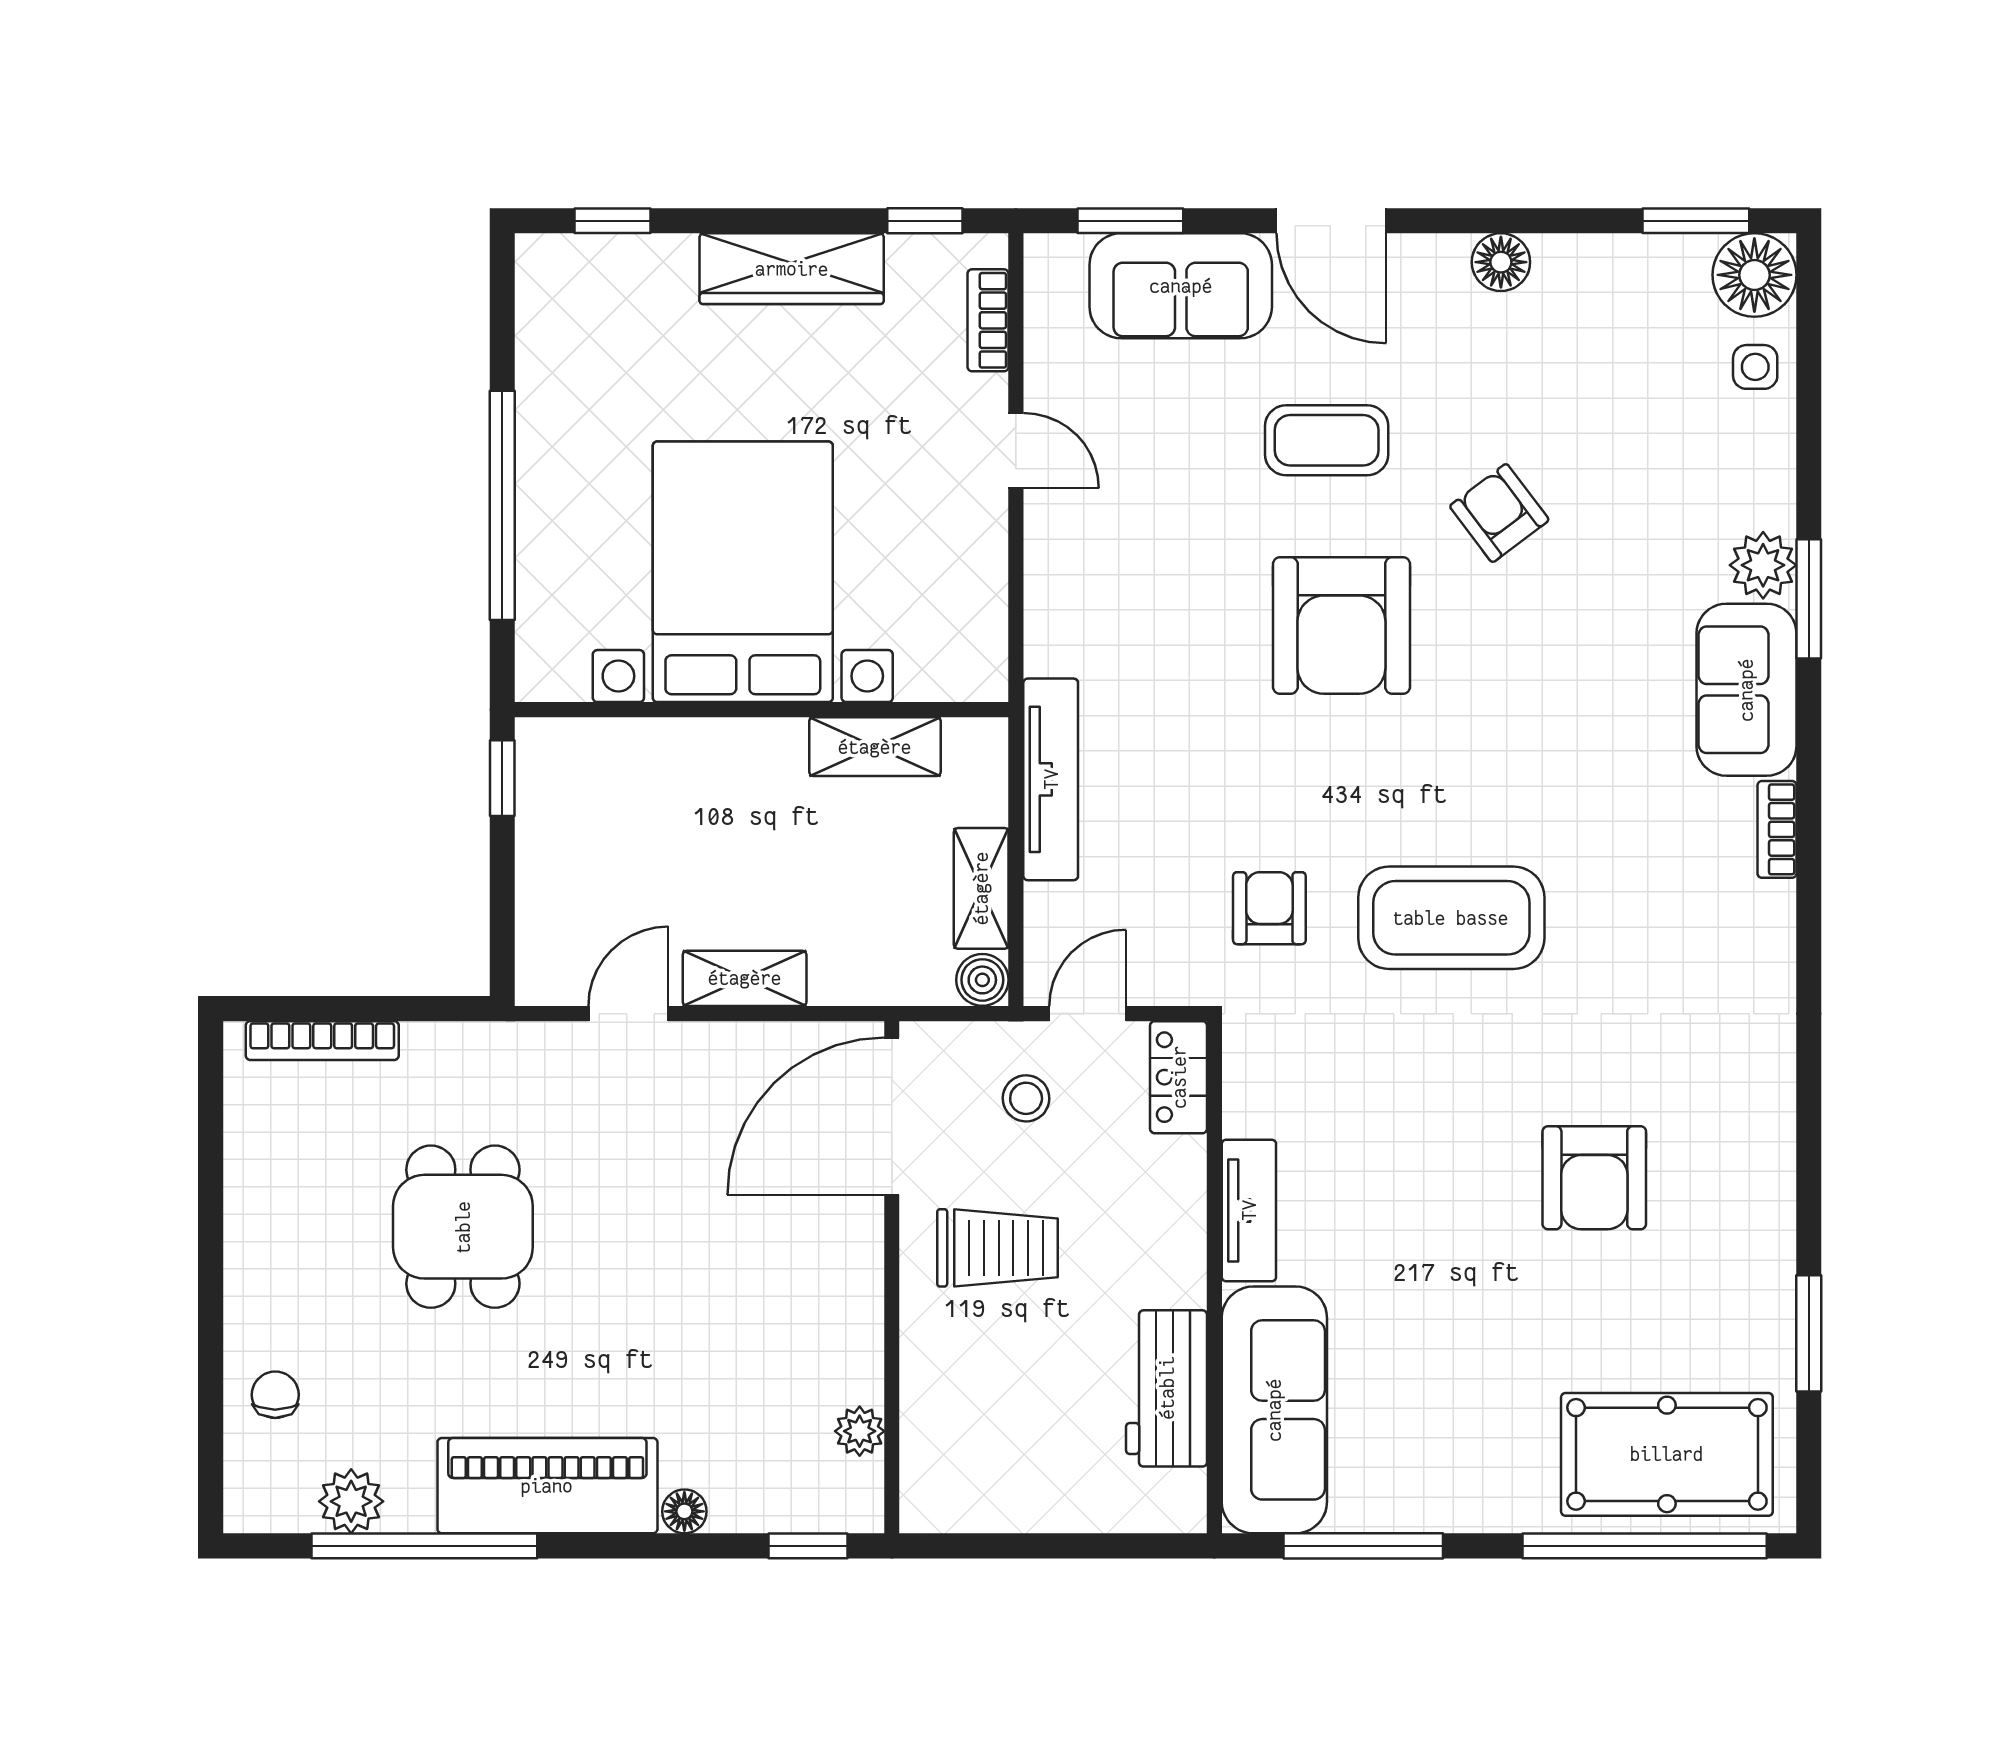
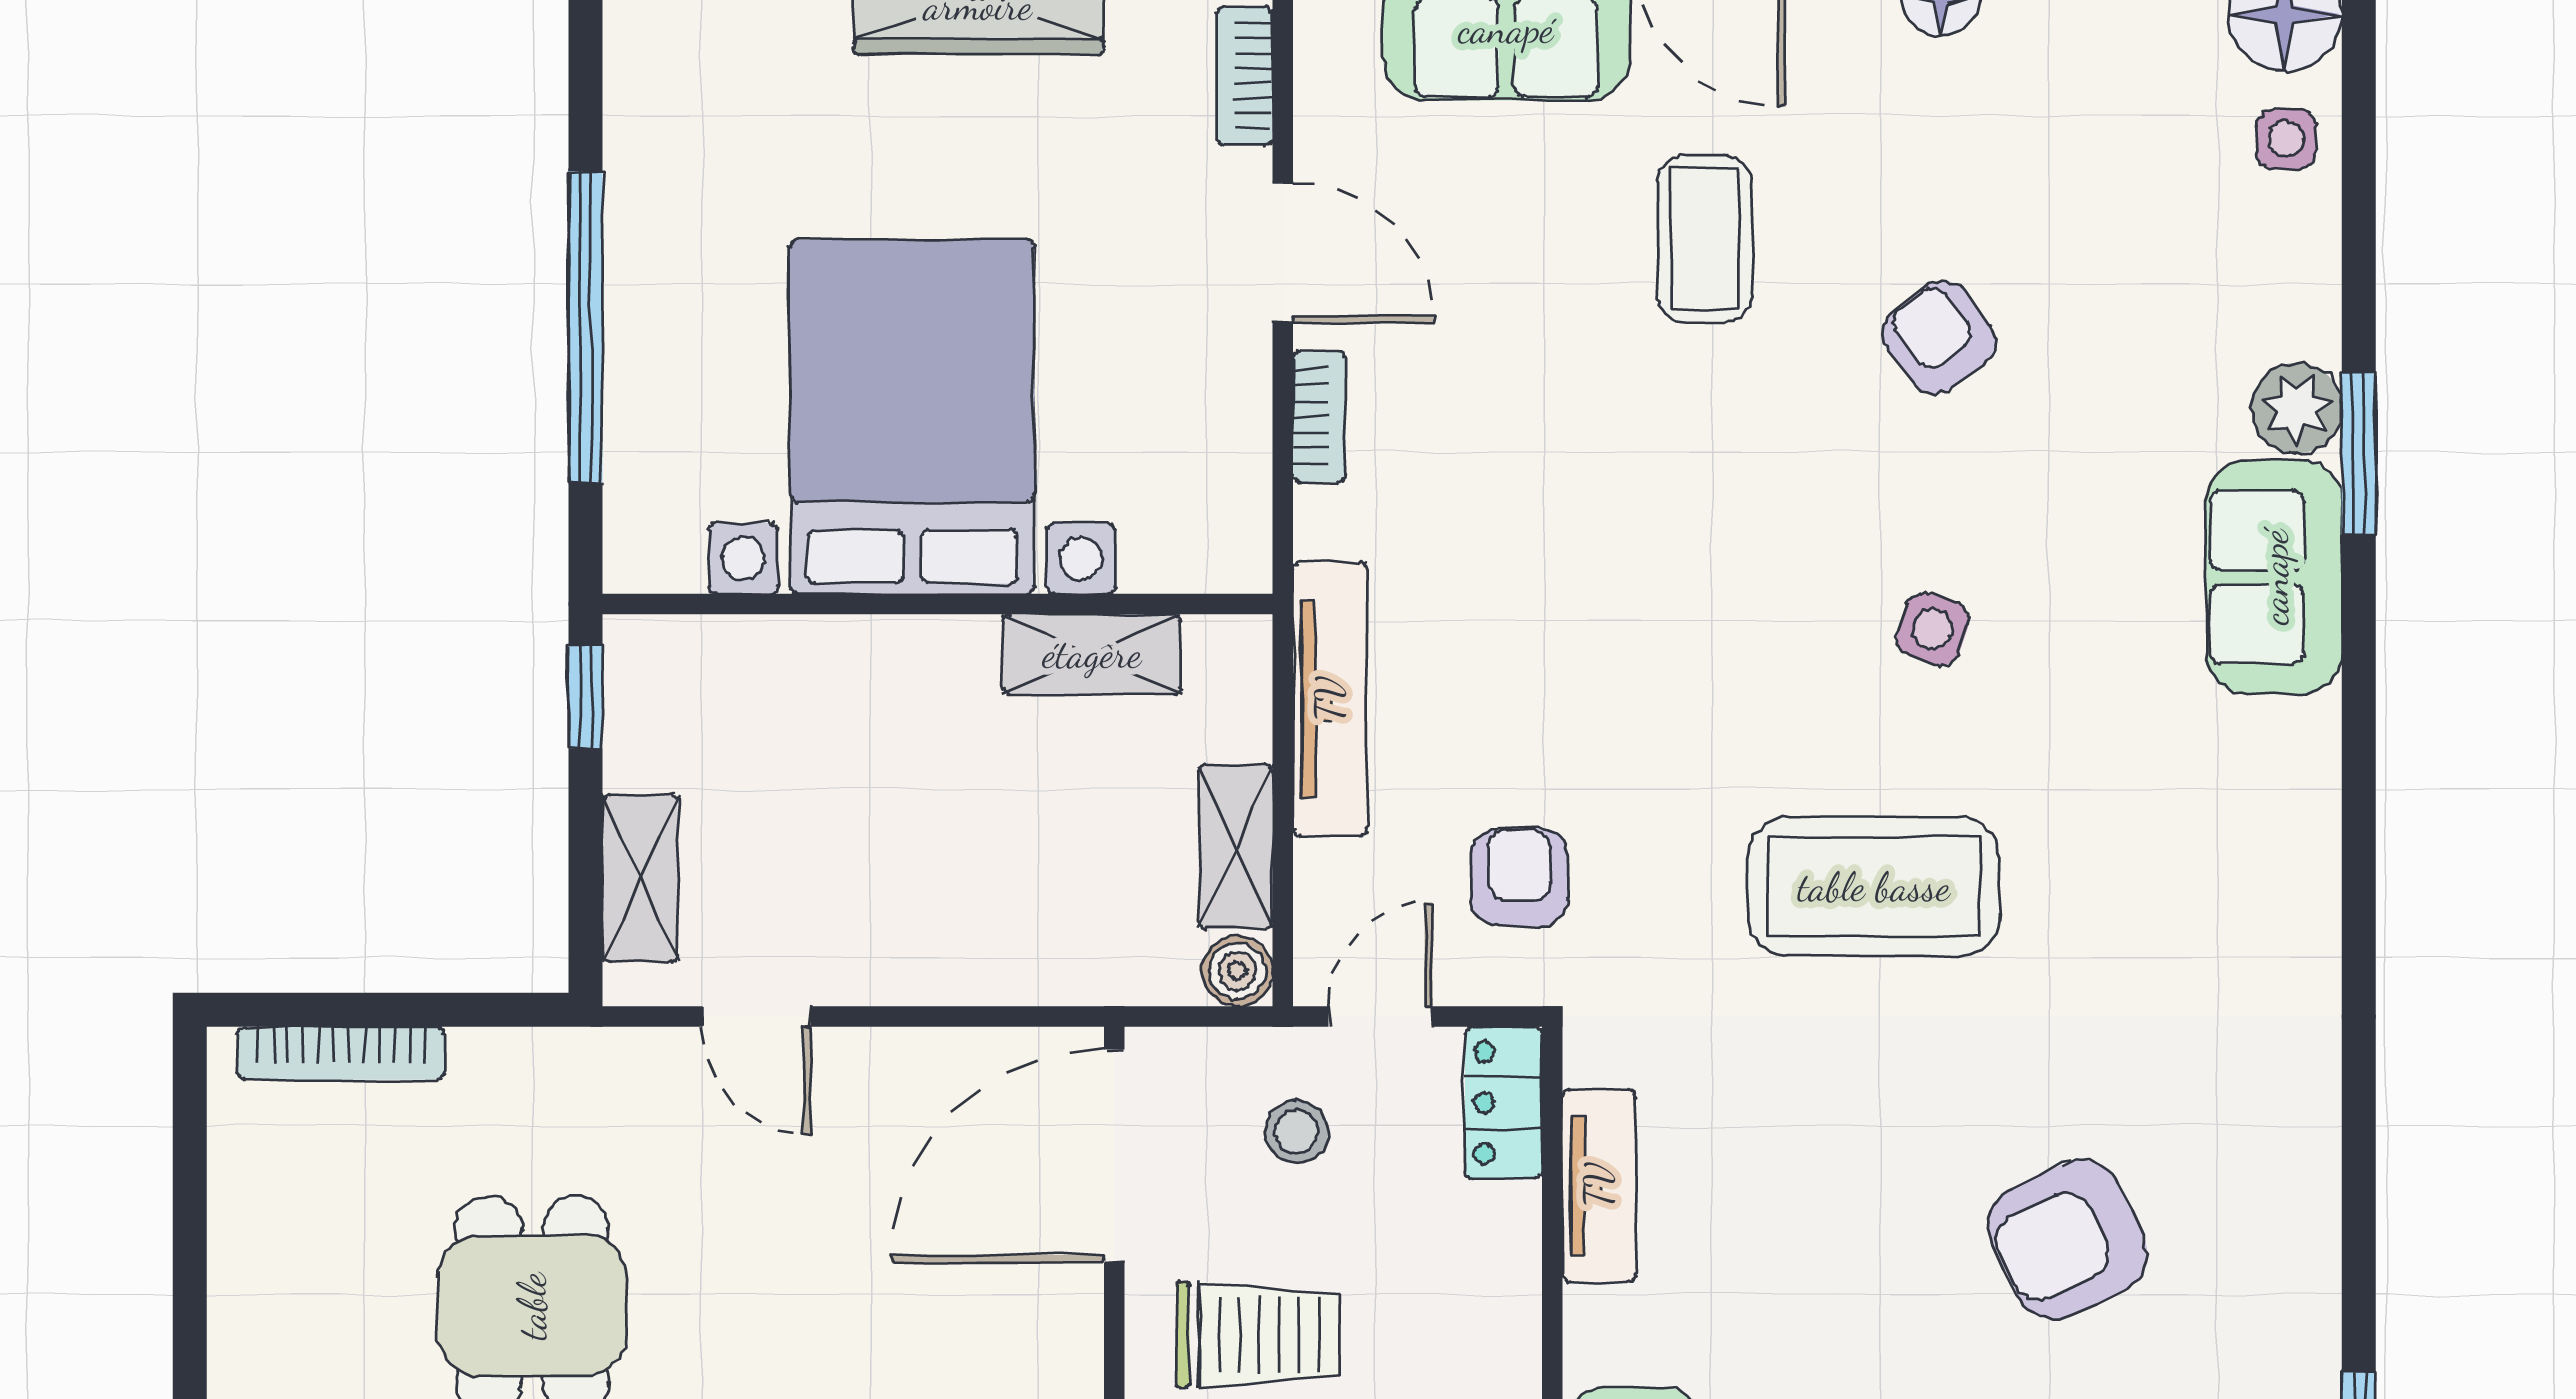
coffee table: (1327, 440) -> (1704, 238), turned 90
door: (1016, 451) -> (1283, 252), width x1.38
armchair: (1341, 625) -> (1725, 490), removed
side table: (1495, 728) -> (1933, 629), added
bookcase: (1777, 829) -> (1319, 417), moved, turned 180
armchair: (1269, 908) -> (1519, 877), moved
shelving: (745, 978) -> (640, 878), moved, turned 90
door: (628, 1014) -> (757, 1017), swing flipped
armchair: (1594, 1178) -> (2068, 1239), turned 65
tv unit: (1249, 1210) -> (1599, 1185), moved

